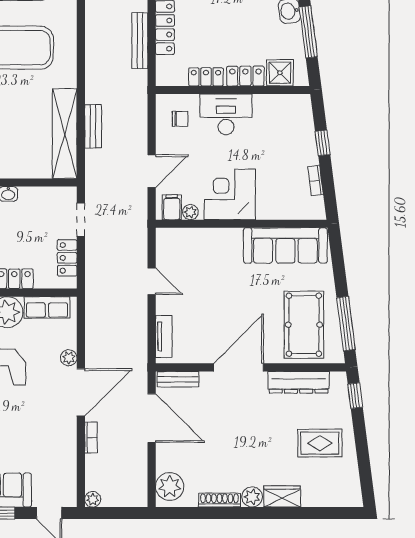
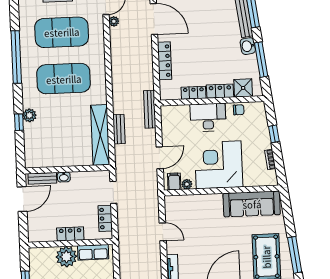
bench: (140, 41) -> (150, 109), moved
chair: (180, 119) -> (239, 110), moved
corner desk: (230, 194) -> (219, 165), width x1.36, depth x1.36

